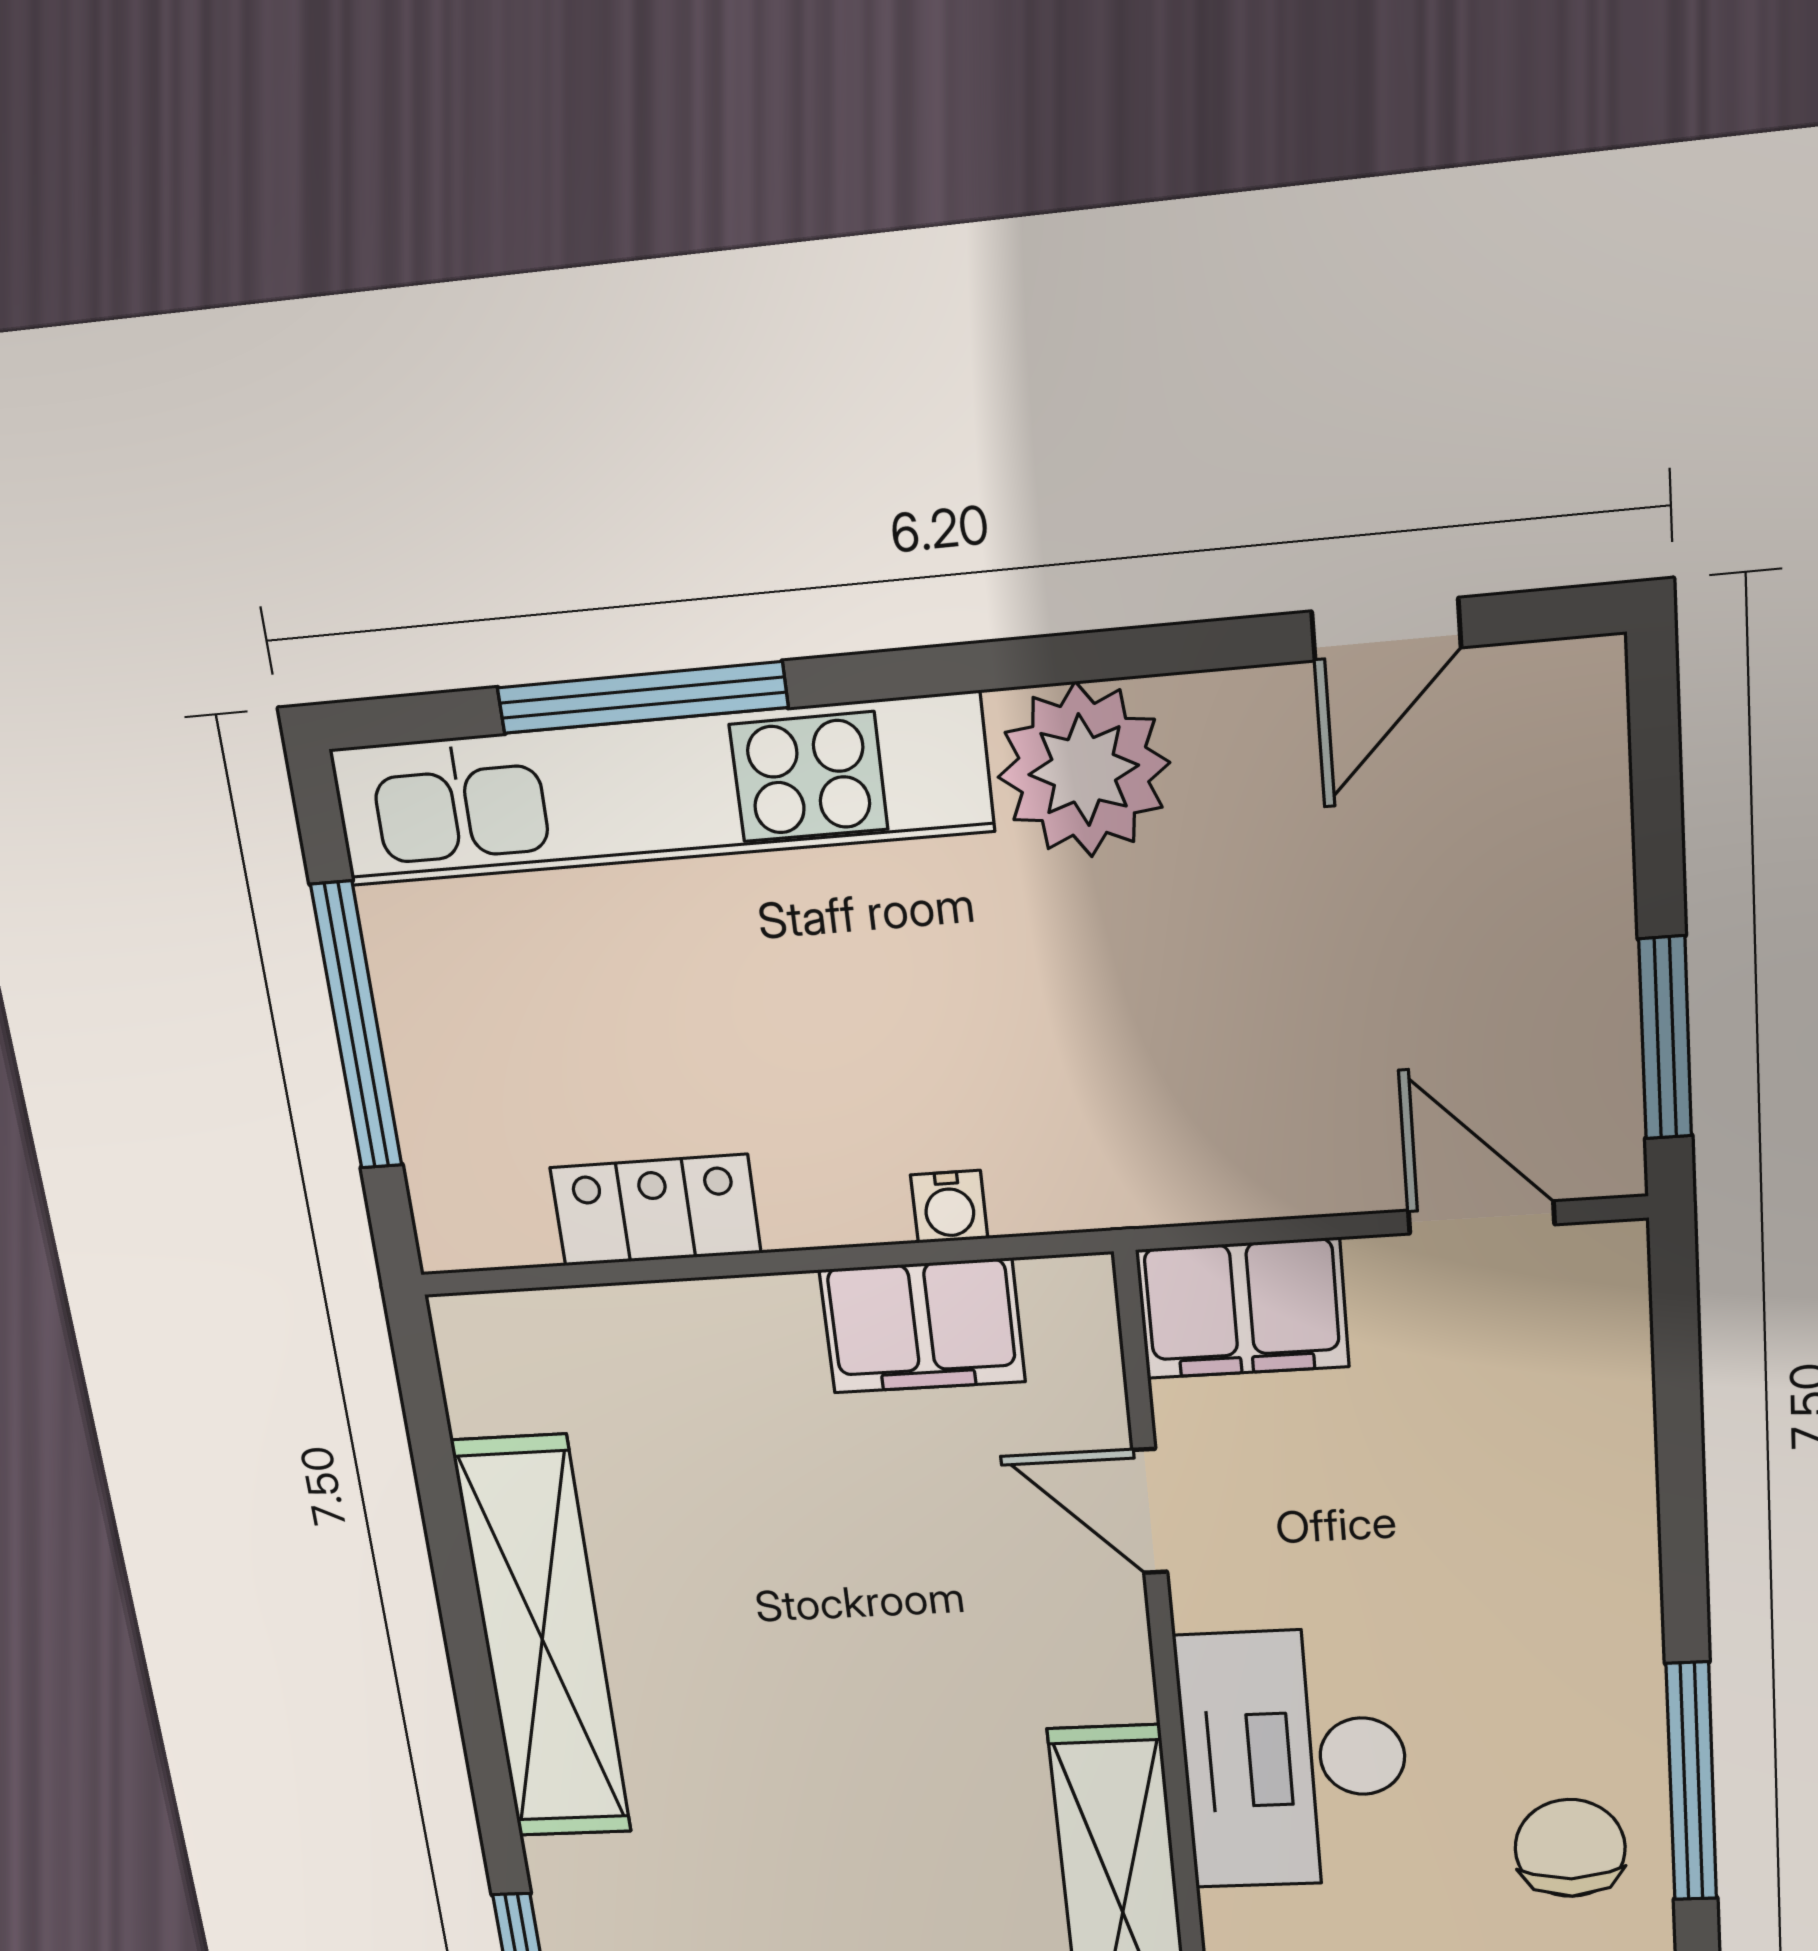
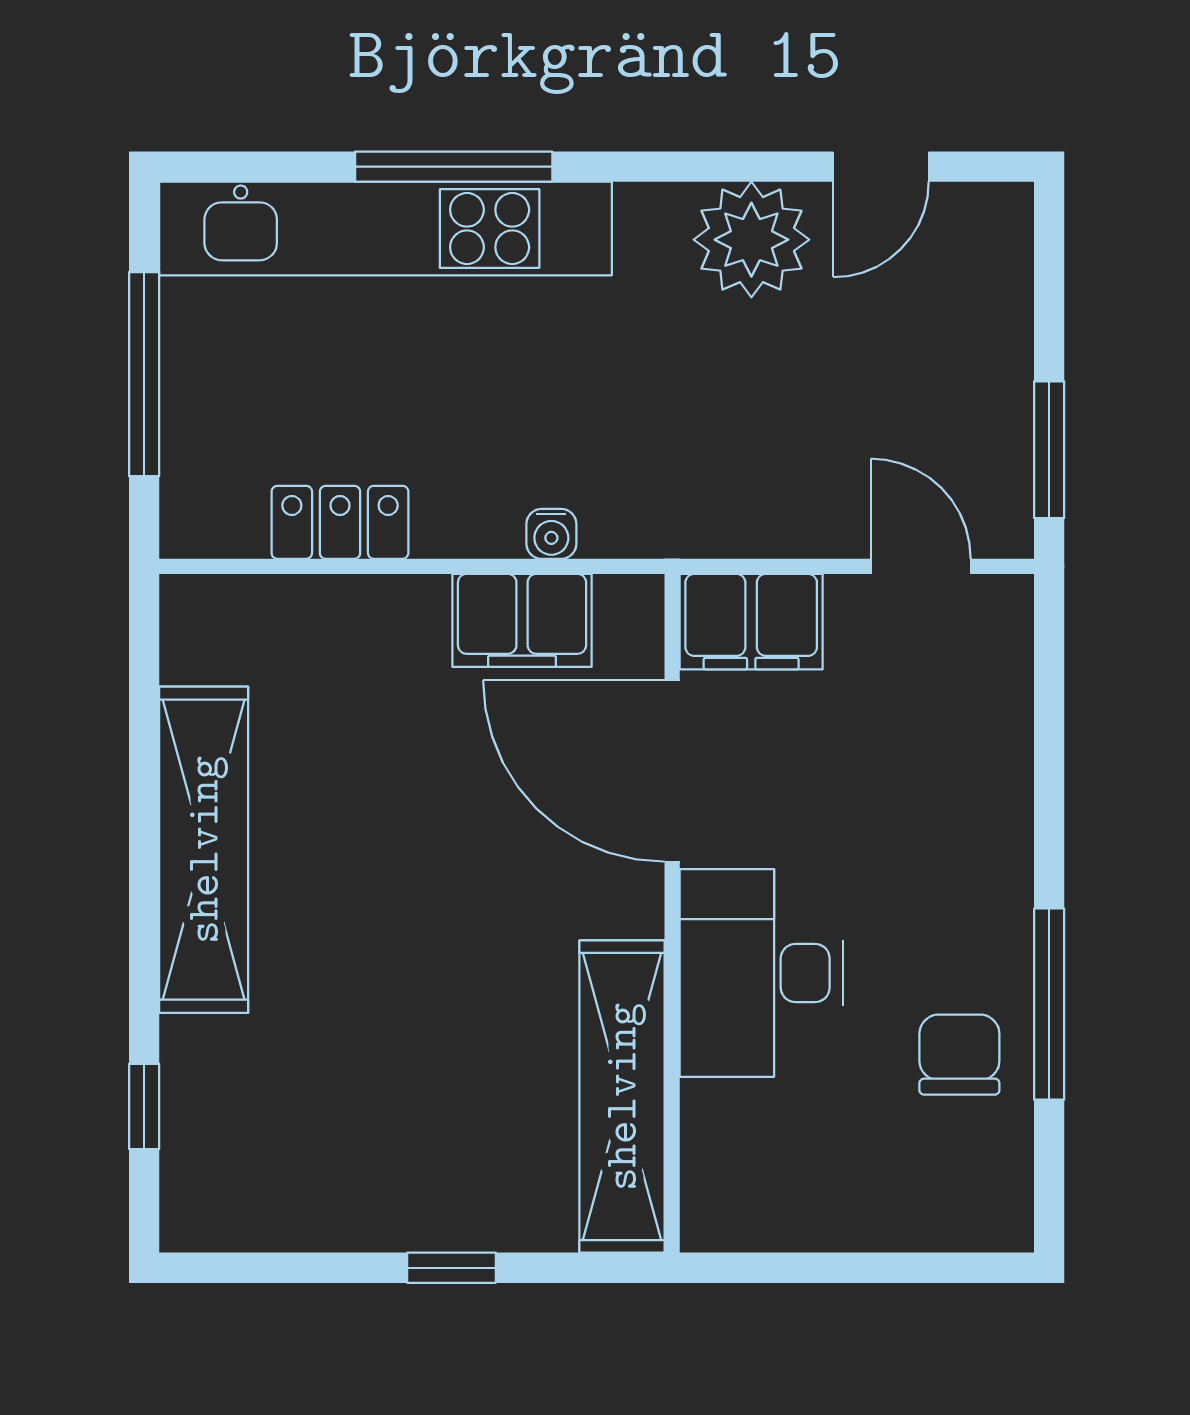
window: (642, 698) -> (454, 167), moved
plant: (1084, 770) -> (751, 240), moved
door: (1150, 1511) -> (672, 771), width x1.87

